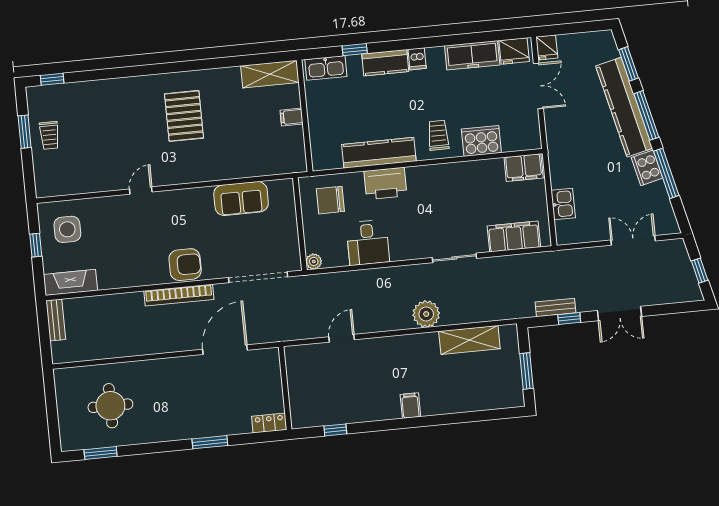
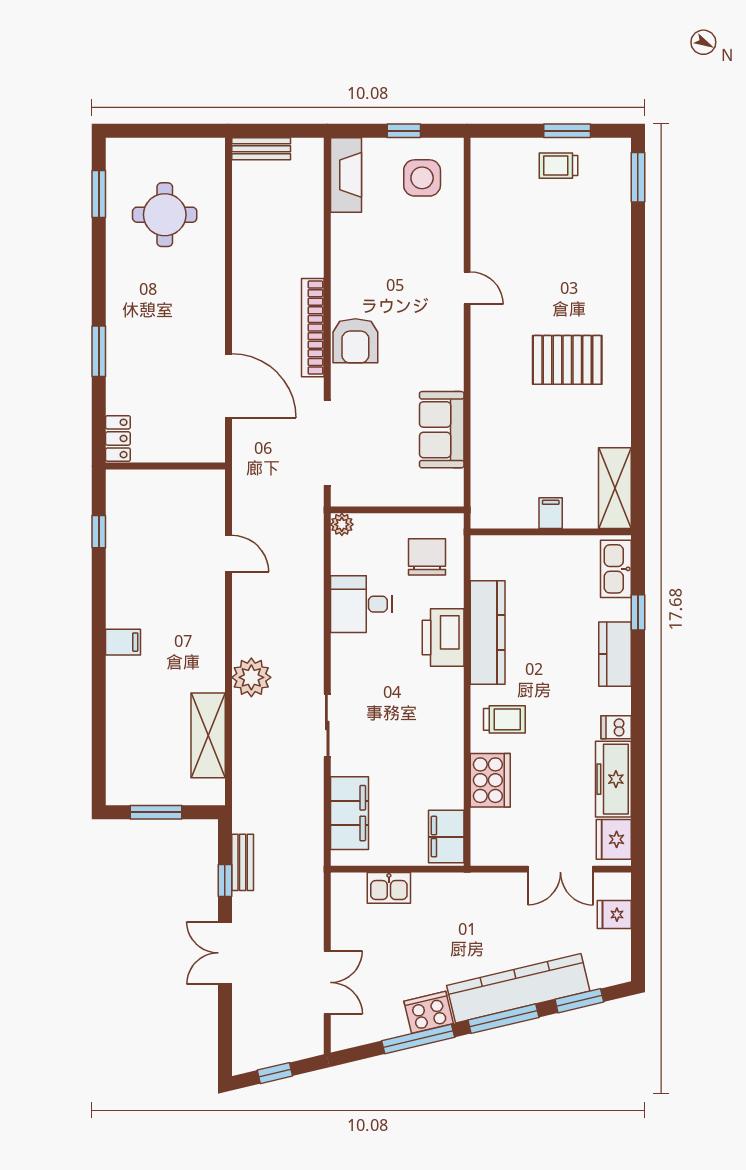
fridge: (547, 47) -> (614, 915), moved
dishwasher: (417, 59) -> (616, 727), moved
window: (52, 79) -> (638, 177), width x1.50
bench: (56, 320) -> (261, 149), moved

